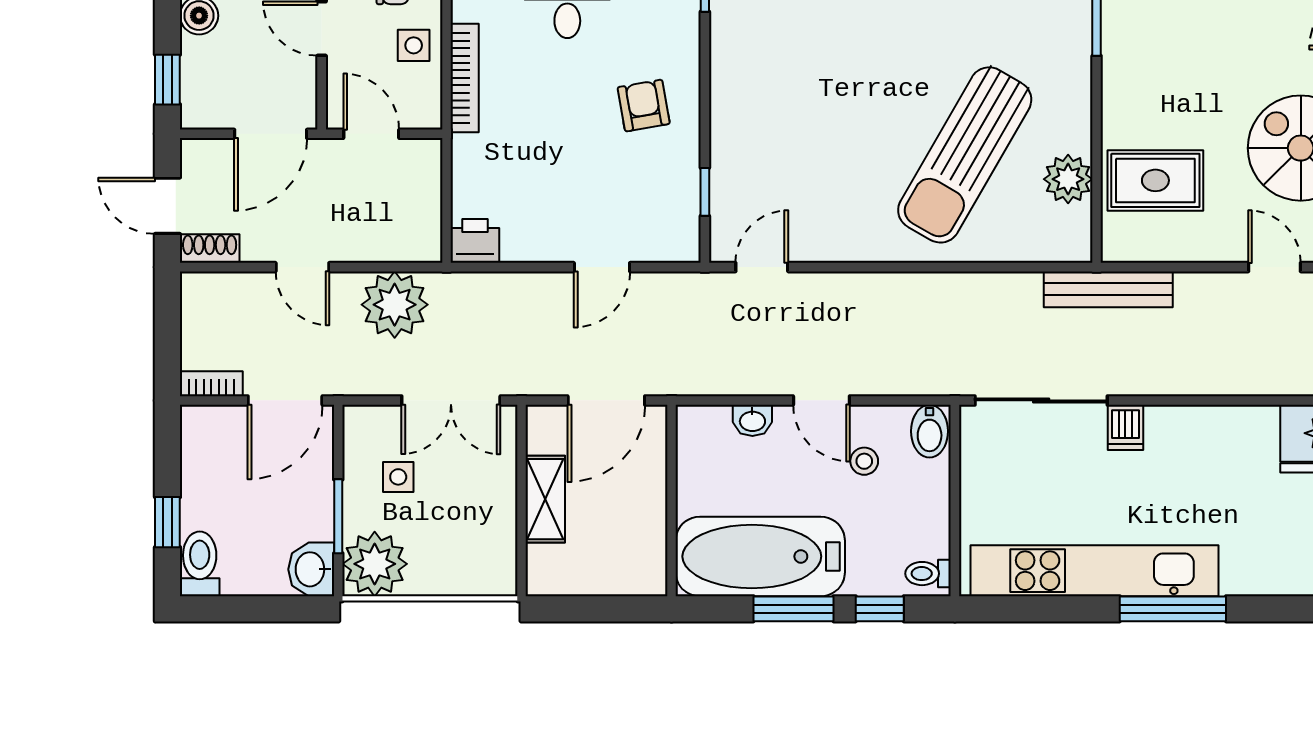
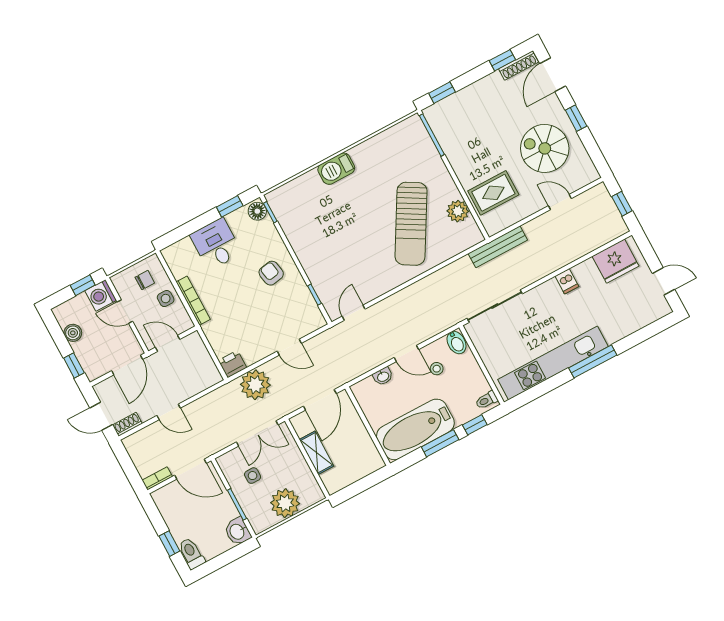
door: (602, 267) -> (289, 347), hinge flipped
plant: (395, 305) -> (255, 385), moved
door: (285, 400) -> (190, 469), hinge flipped
dishwasher: (1125, 427) -> (567, 281), moved
plant: (375, 564) -> (285, 503), moved

